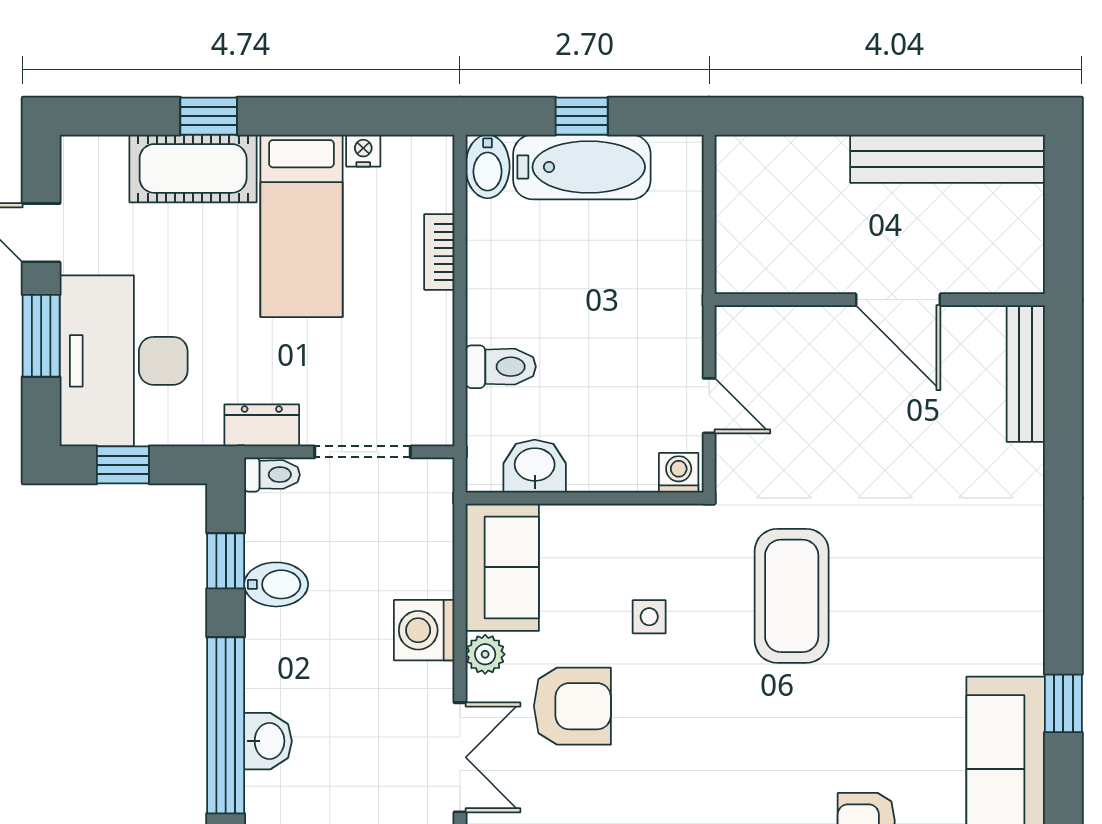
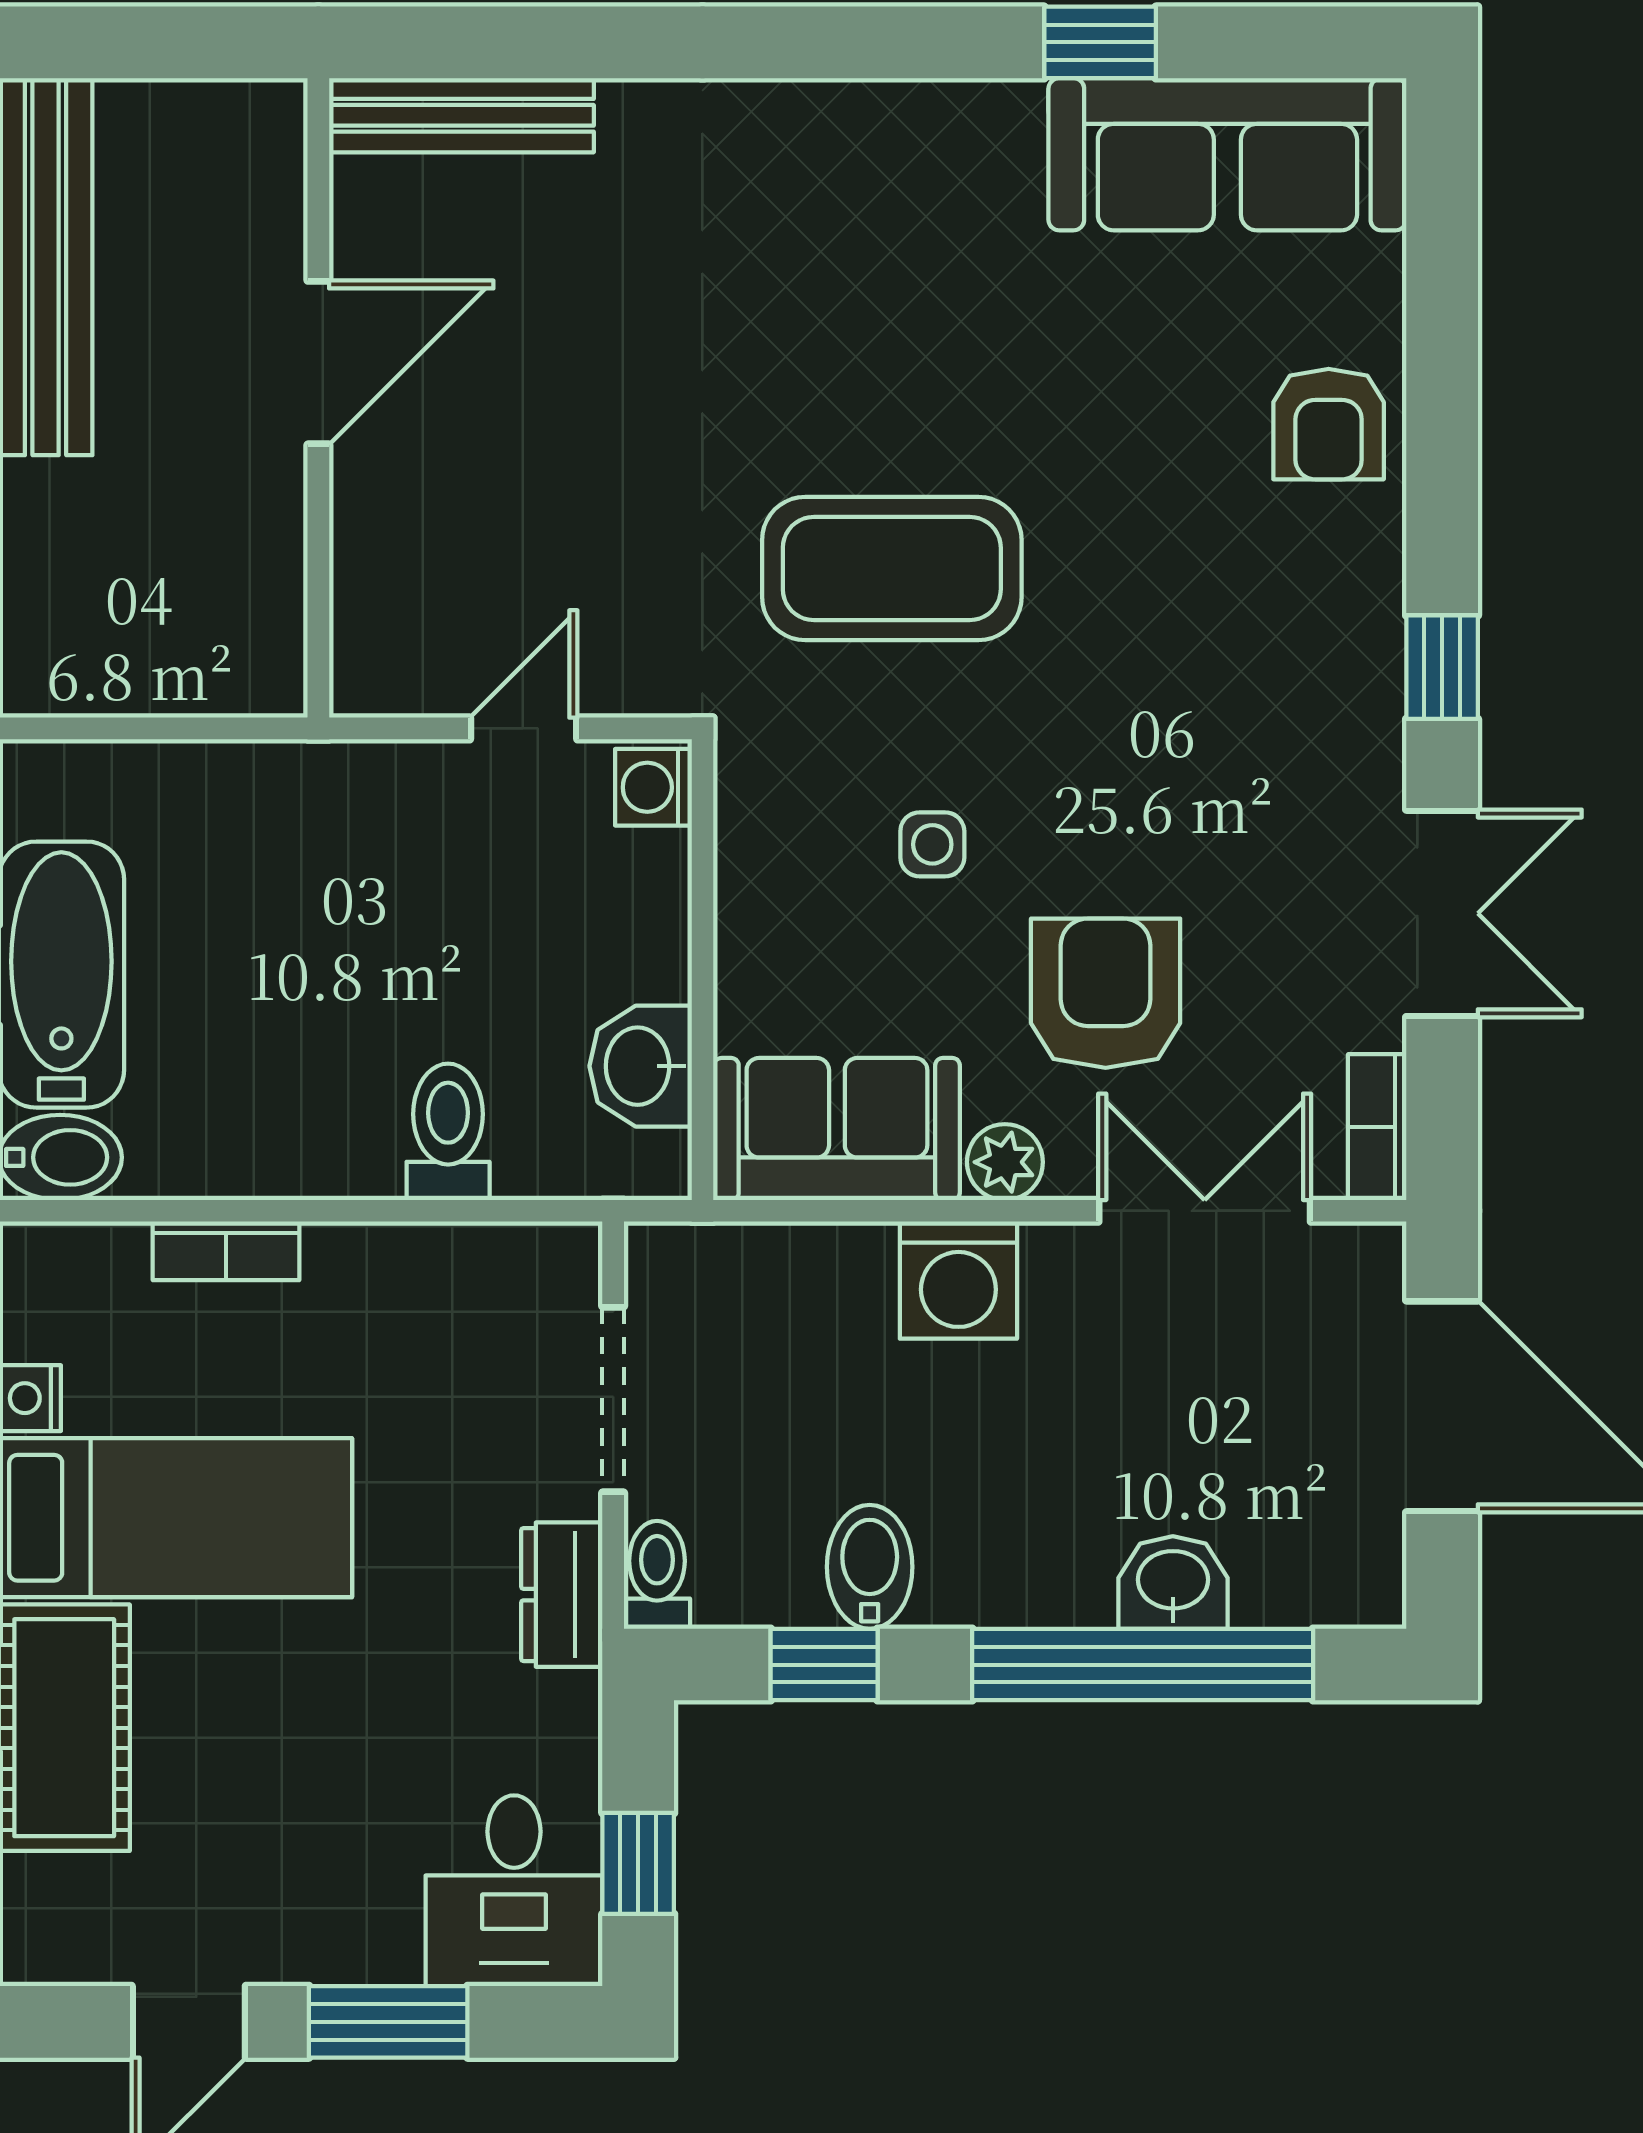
desk: (124, 361) -> (514, 1891), width x0.53, depth x0.77

